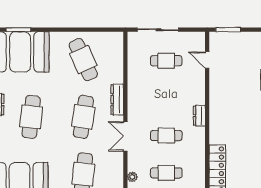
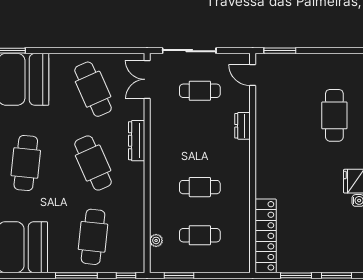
door: (207, 60) -> (253, 75), moved
dresser: (199, 116) -> (243, 126), moved
cafe table: (83, 117) -> (93, 163), turned -33
double door: (125, 136) -> (147, 79), moved

